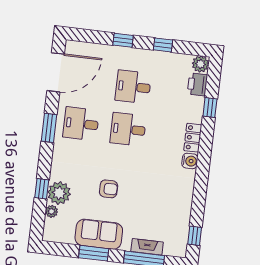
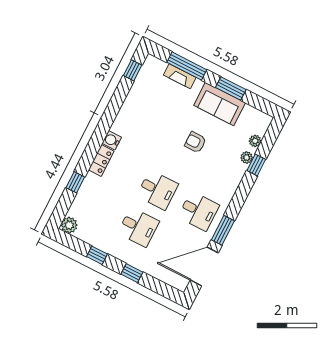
printer: (197, 84) -> (79, 208), removed
window: (49, 128) -> (223, 230), moved
plant: (59, 193) -> (247, 158), width x0.53, depth x0.53

